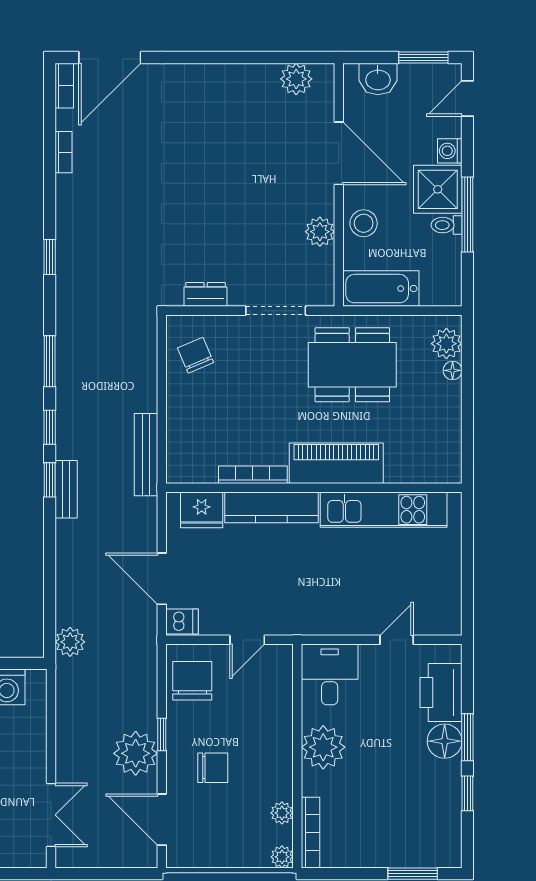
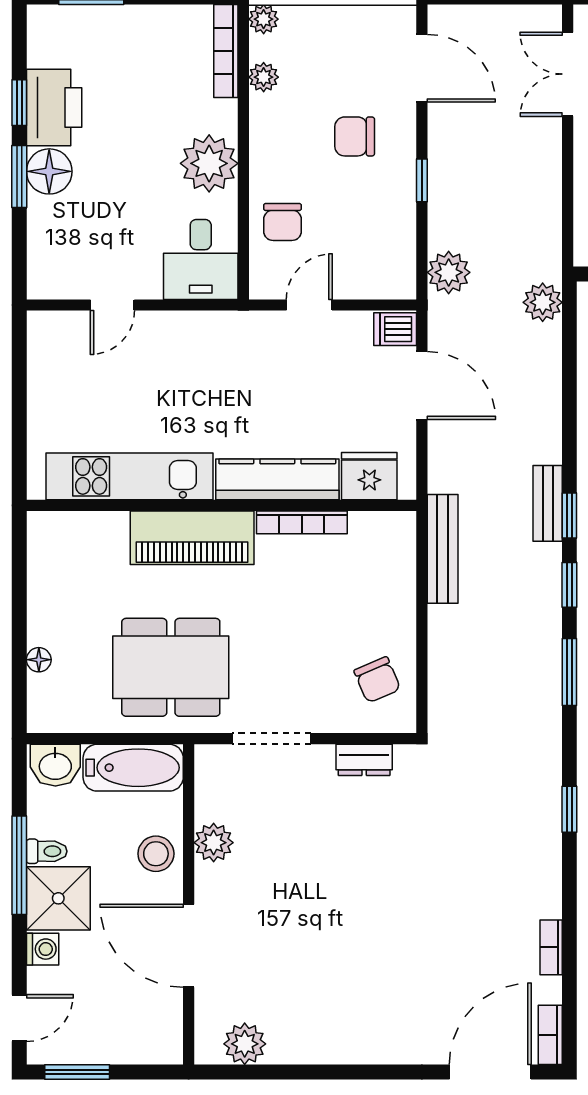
washbasin: (378, 79) -> (55, 765), moved, turned 180
plant: (446, 344) -> (47, 695), removed
chair: (192, 681) -> (282, 222), moved, width x0.73, depth x0.73
printer: (441, 693) -> (54, 107), moved
plant: (136, 753) -> (449, 272), moved, width x0.73, depth x0.73

